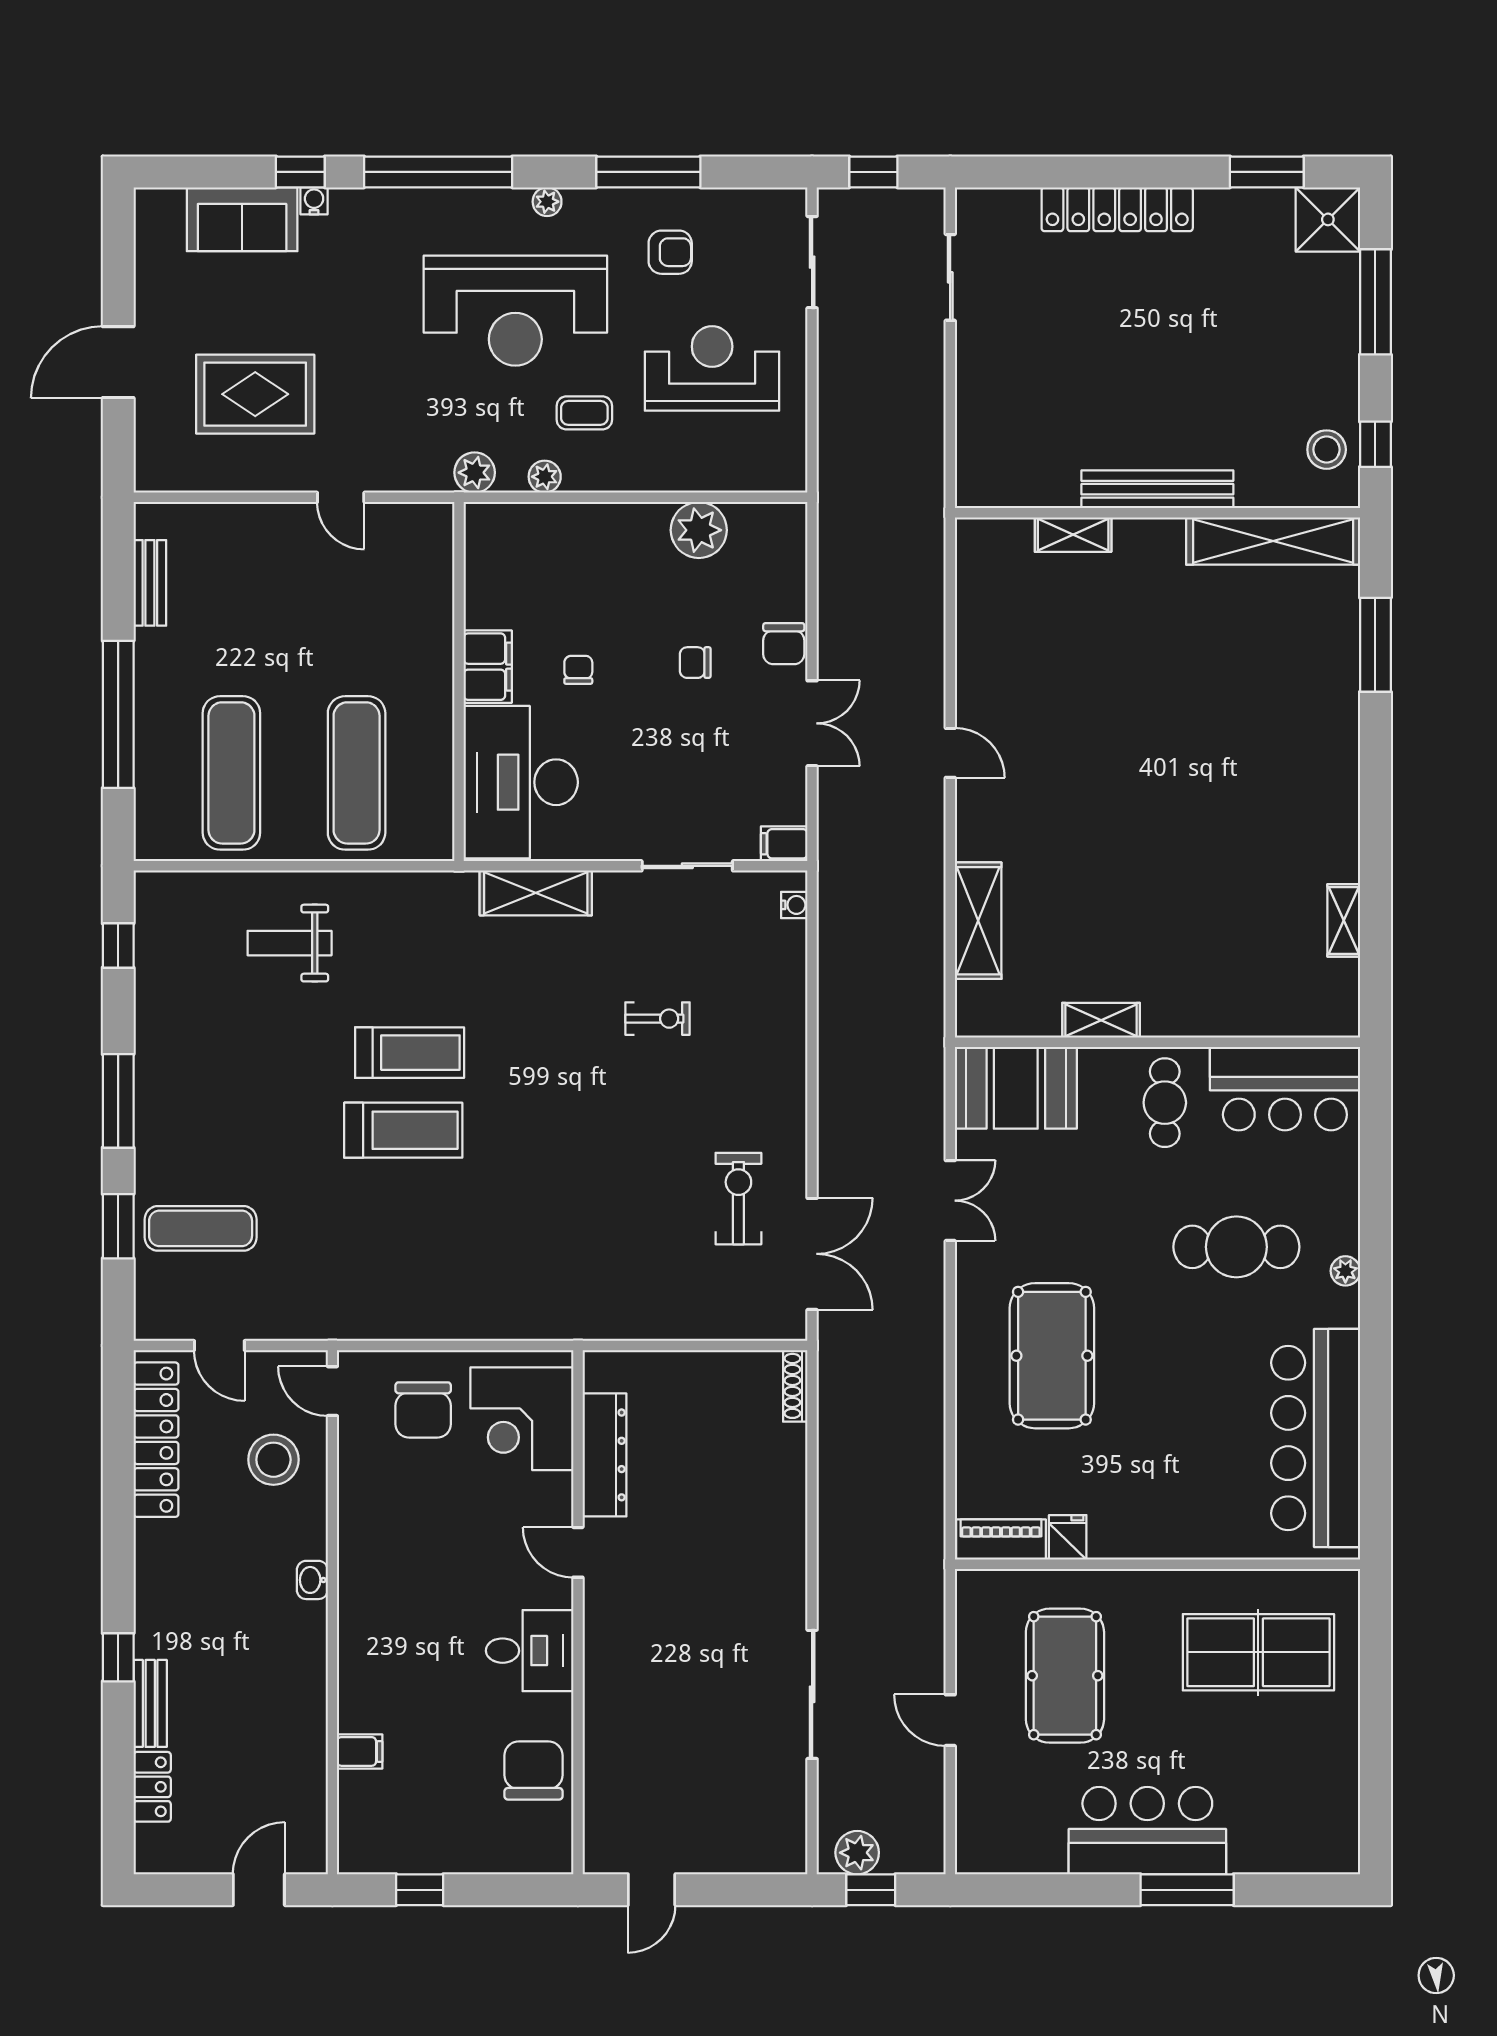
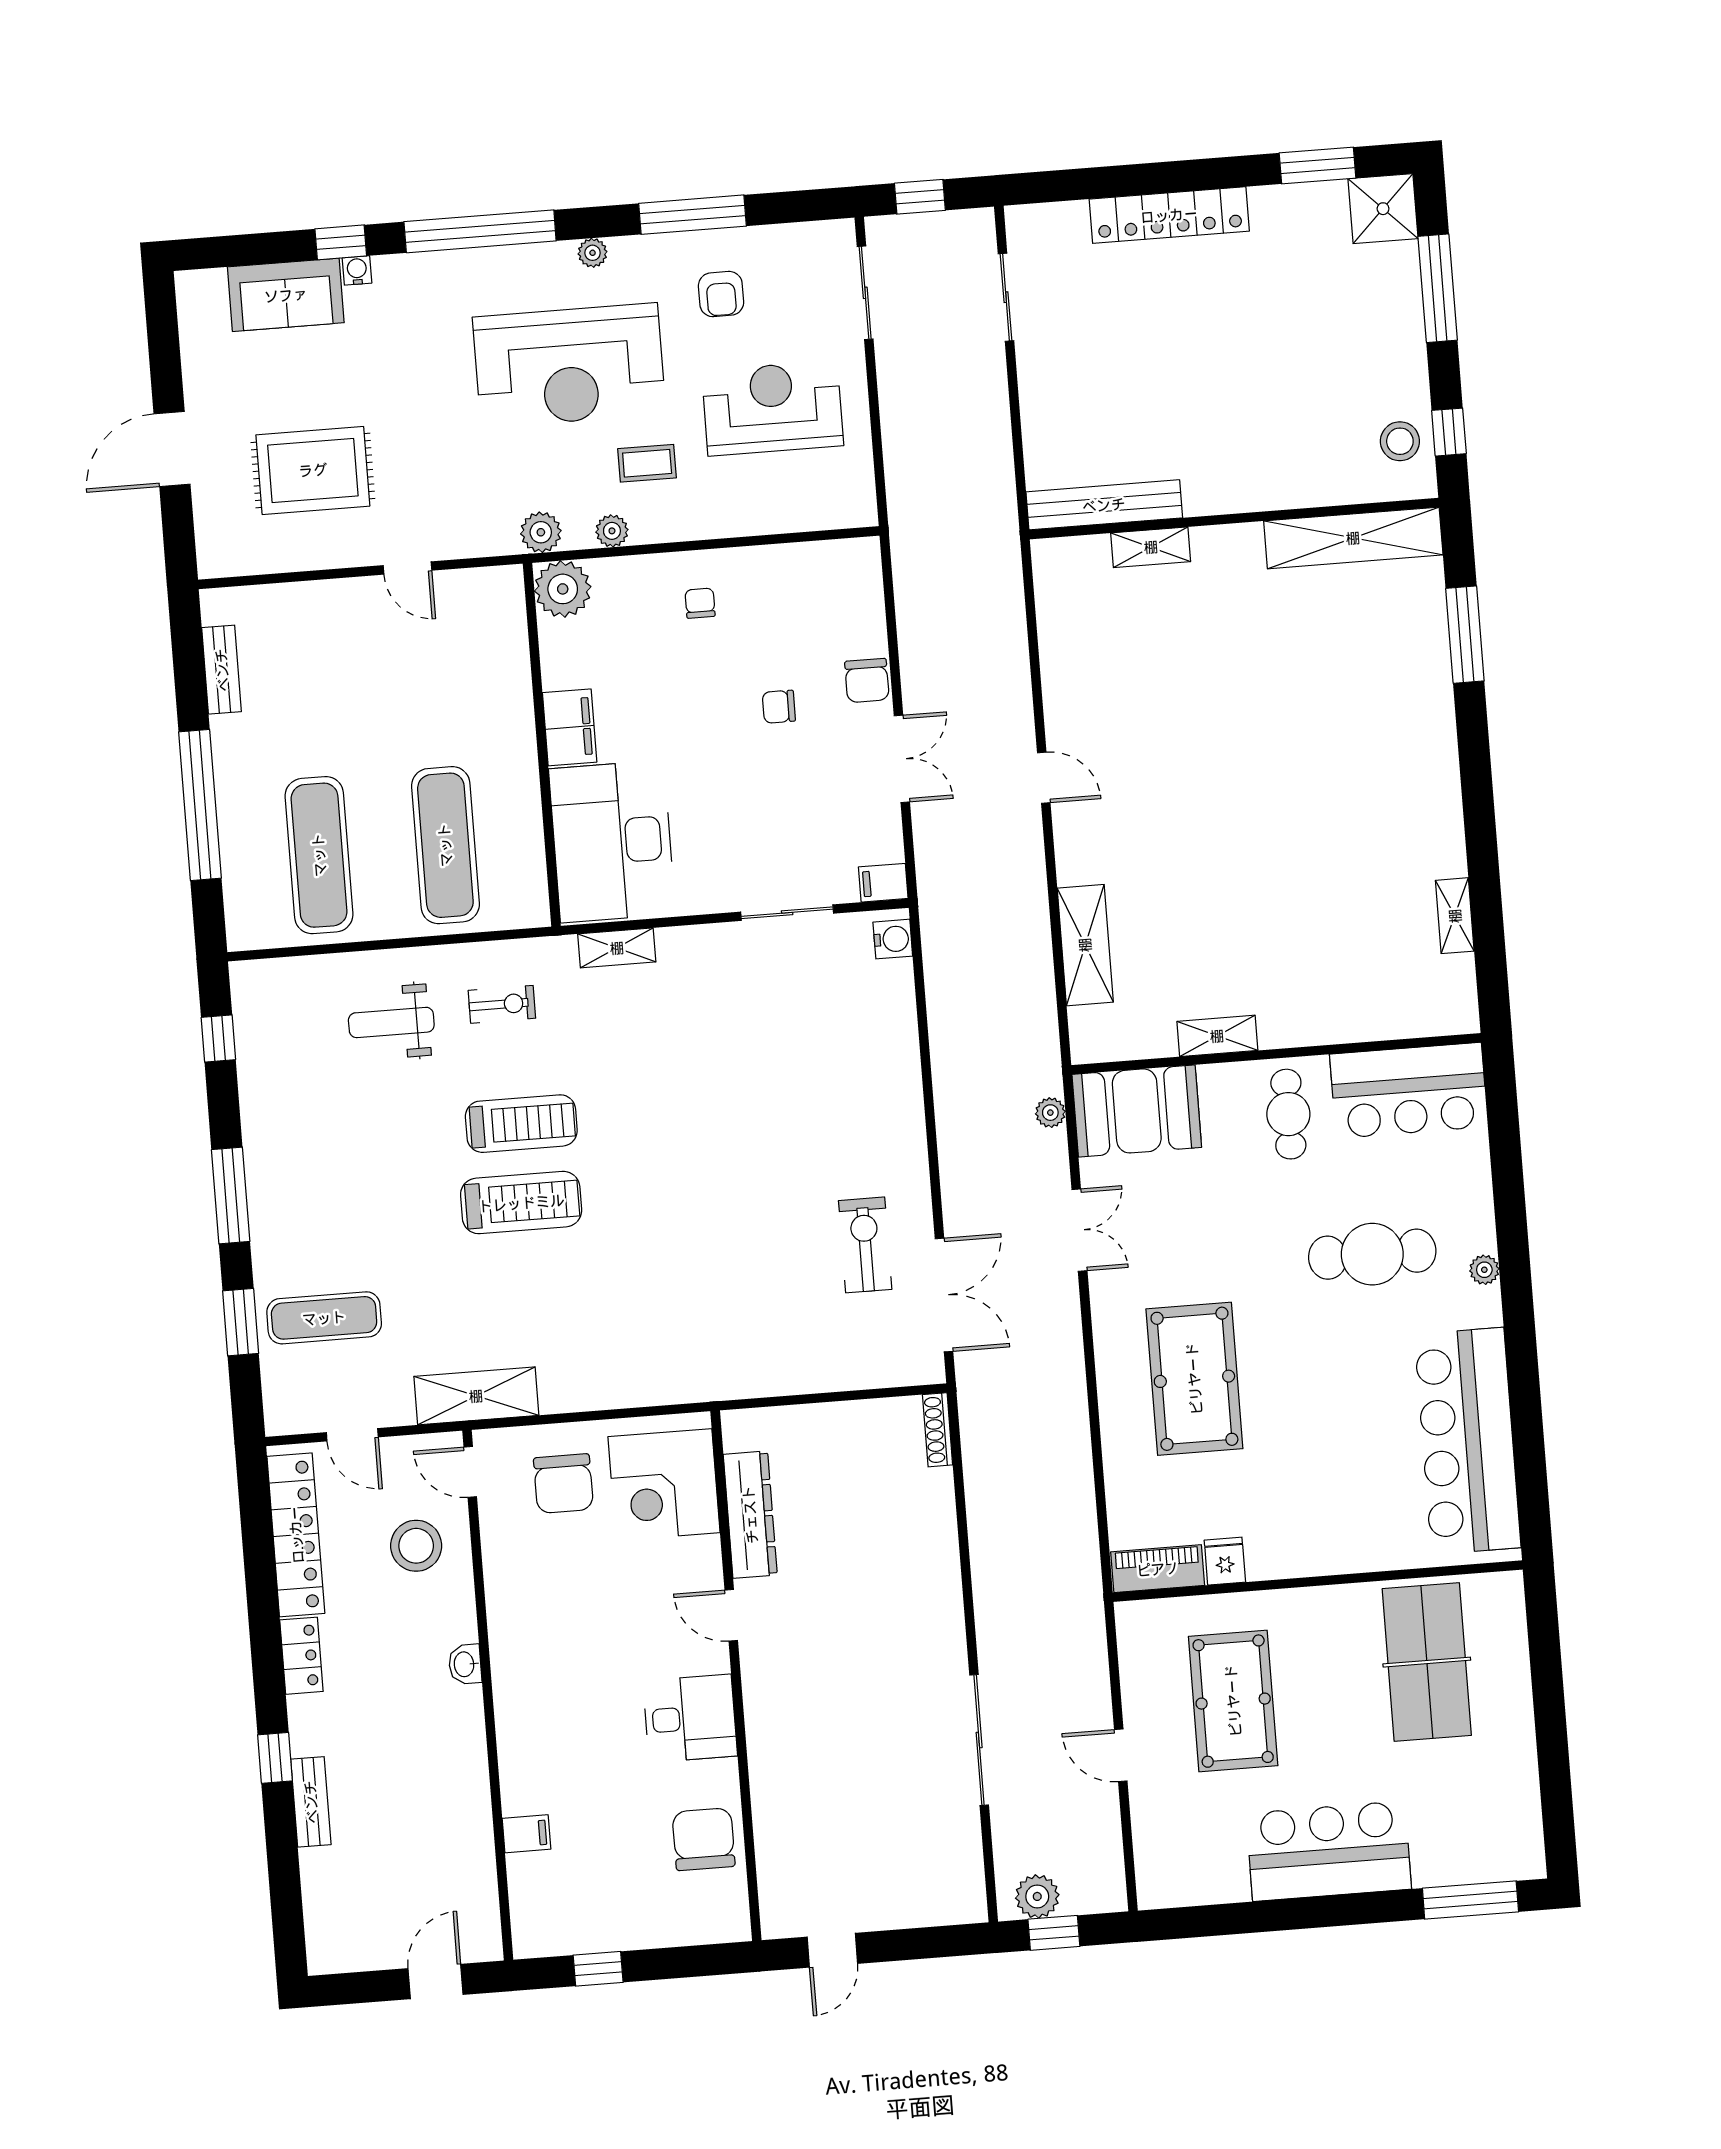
armchair: (670, 252) -> (721, 294), turned 90
bench: (1157, 489) -> (1104, 505), moved
plant: (699, 530) -> (563, 589), moved
chair: (578, 670) -> (700, 603), moved
shelving: (536, 893) -> (617, 948), width x0.67, depth x0.75
water cooler: (794, 905) -> (893, 939), width x1.38, depth x1.38
exercise bike: (658, 1019) -> (502, 1004), moved
plant: (931, 1083) -> (1050, 1113), added
shelving: (344, 1317) -> (476, 1396), added
table tennis table: (1258, 1652) -> (1427, 1662), turned 90
locker: (152, 1787) -> (301, 1656), moved
window: (1187, 1890) -> (1470, 1900), moved

